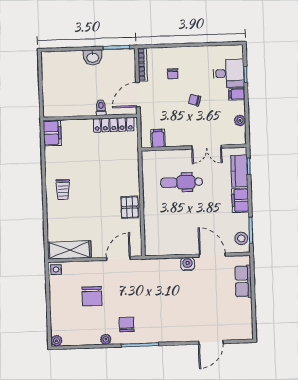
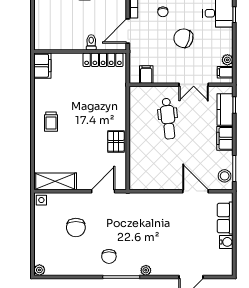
filing cabinet: (237, 94) -> (225, 72), moved
chair: (195, 100) -> (183, 38), width x1.87, depth x1.87
dental chair: (182, 182) -> (168, 119), turned -96
water cooler: (188, 264) -> (226, 242), moved, turned 90
chair: (127, 324) -> (109, 256), turned 180
plant: (106, 339) -> (146, 270), moved

